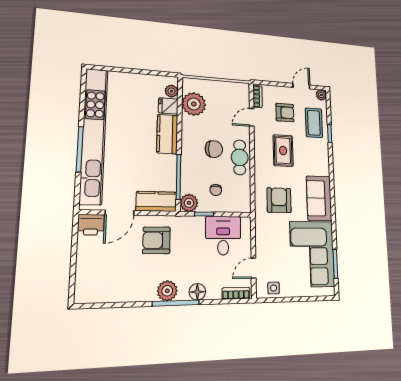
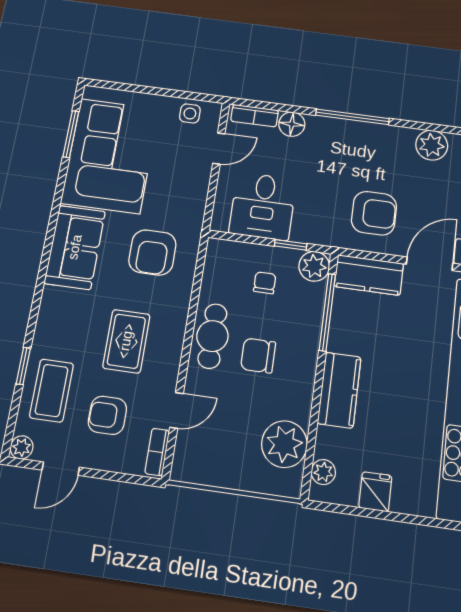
fridge: (168, 106) -> (375, 492), moved, turned -90
plant: (167, 291) -> (432, 145), moved
floor lamp: (197, 292) -> (292, 124), moved

